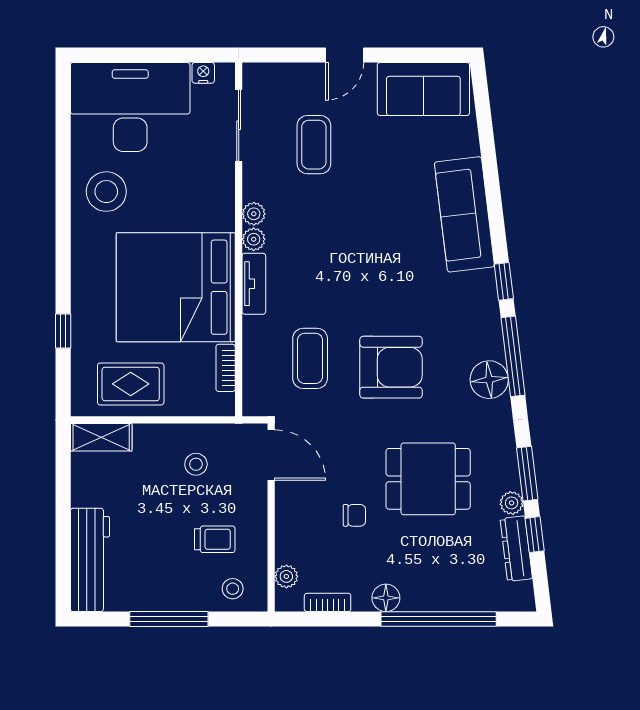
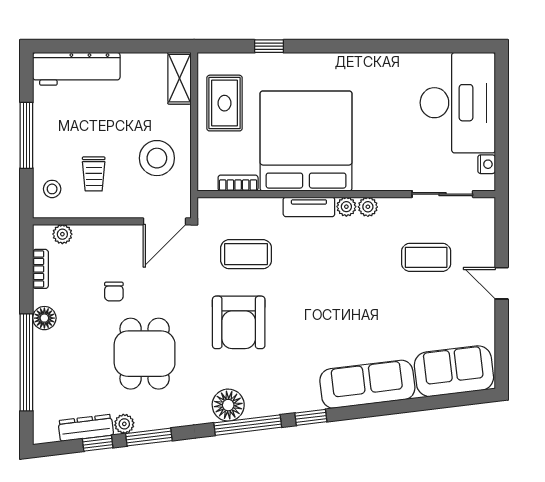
sofa: (423, 89) -> (454, 371), moved, turned 83
stool: (106, 192) -> (387, 83), removed
stool: (196, 464) -> (157, 158), width x1.89, depth x1.89

